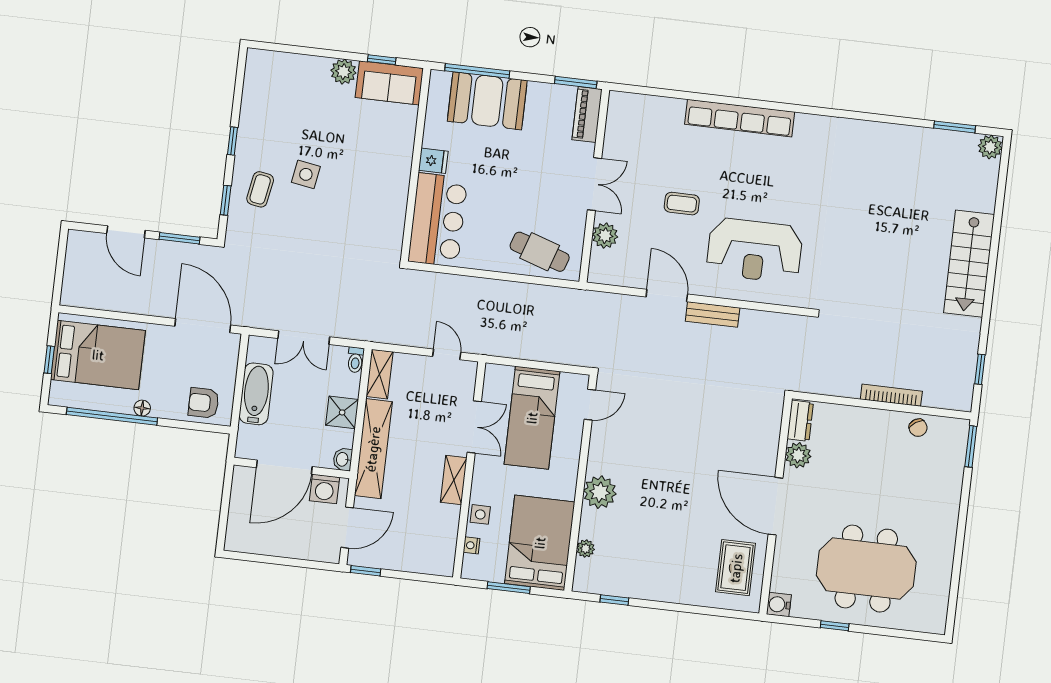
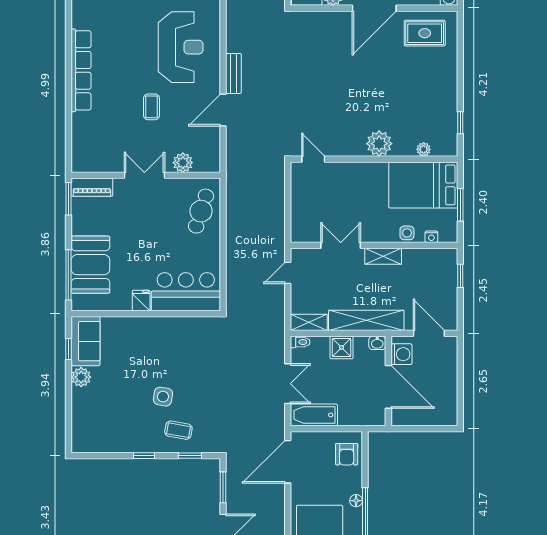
bathtub: (256, 394) -> (314, 415), moved
bed: (532, 418) -> (328, 202), removed
window: (366, 571) -> (460, 276), moved

